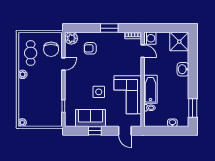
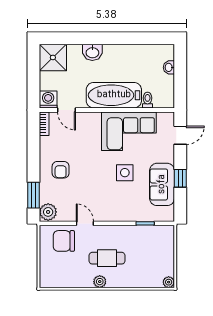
window: (109, 28) -> (34, 195), moved
armchair: (90, 48) -> (61, 170), moved
chair: (51, 49) -> (64, 241), turned 180
door: (143, 51) -> (66, 110), swing flipped
cafe table: (31, 53) -> (107, 258), moved
bathtub: (151, 89) -> (114, 95), width x1.36, depth x1.36
window: (193, 108) -> (148, 38), removed

